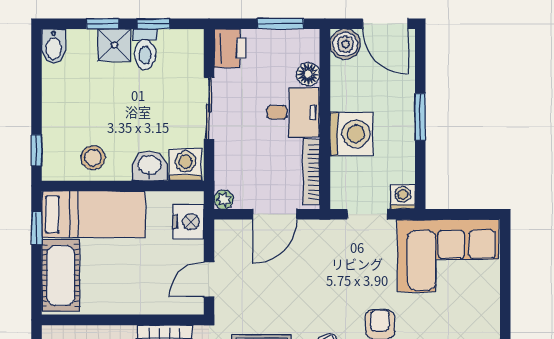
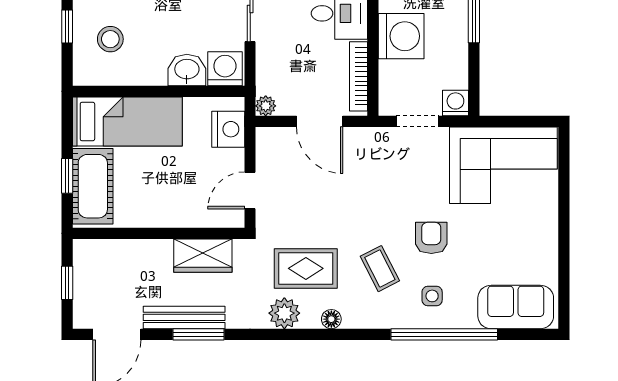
window: (36, 150) -> (67, 27), moved
stool: (93, 158) -> (110, 39), moved
door: (275, 214) -> (320, 121), hinge flipped
window: (36, 228) -> (67, 176), moved

